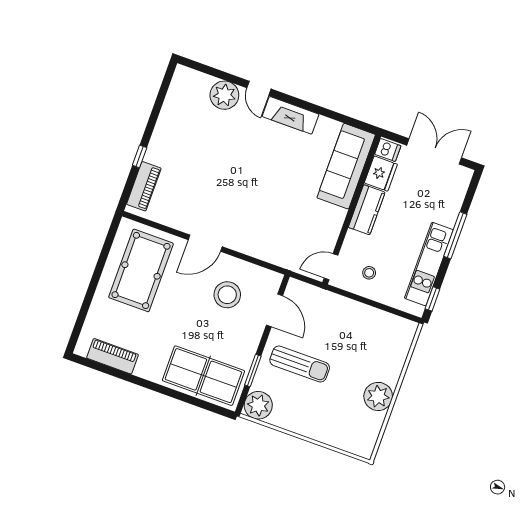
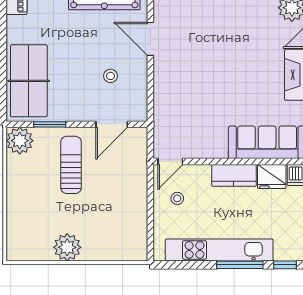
kitchen unit: (429, 264) -> (219, 250), width x1.36
door: (331, 267) -> (170, 162), swing flipped
stool: (227, 295) -> (111, 76), width x0.53, depth x0.53
window: (432, 299) -> (285, 265), moved
sun lounger: (300, 364) -> (71, 165), turned 180

